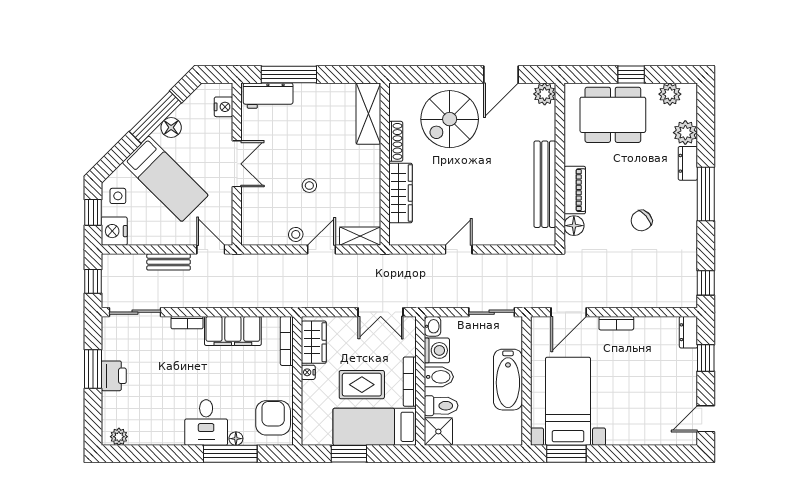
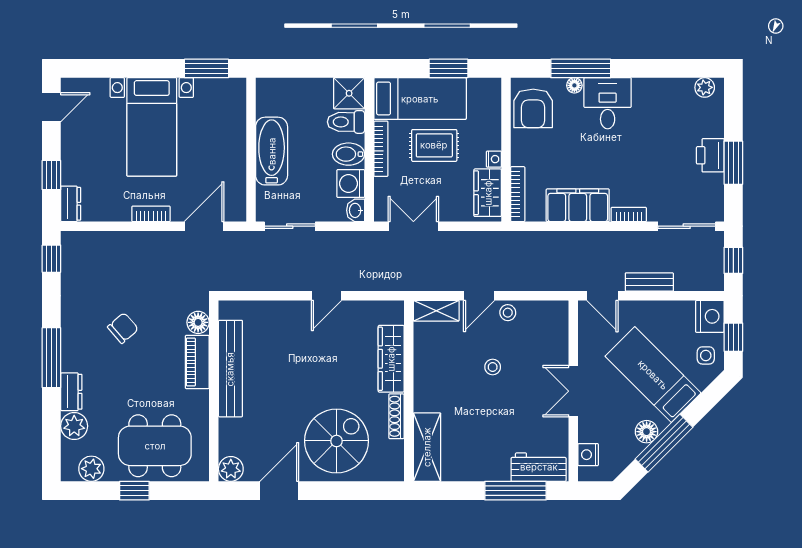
bed with nightstands: (568, 401) -> (152, 127), moved

